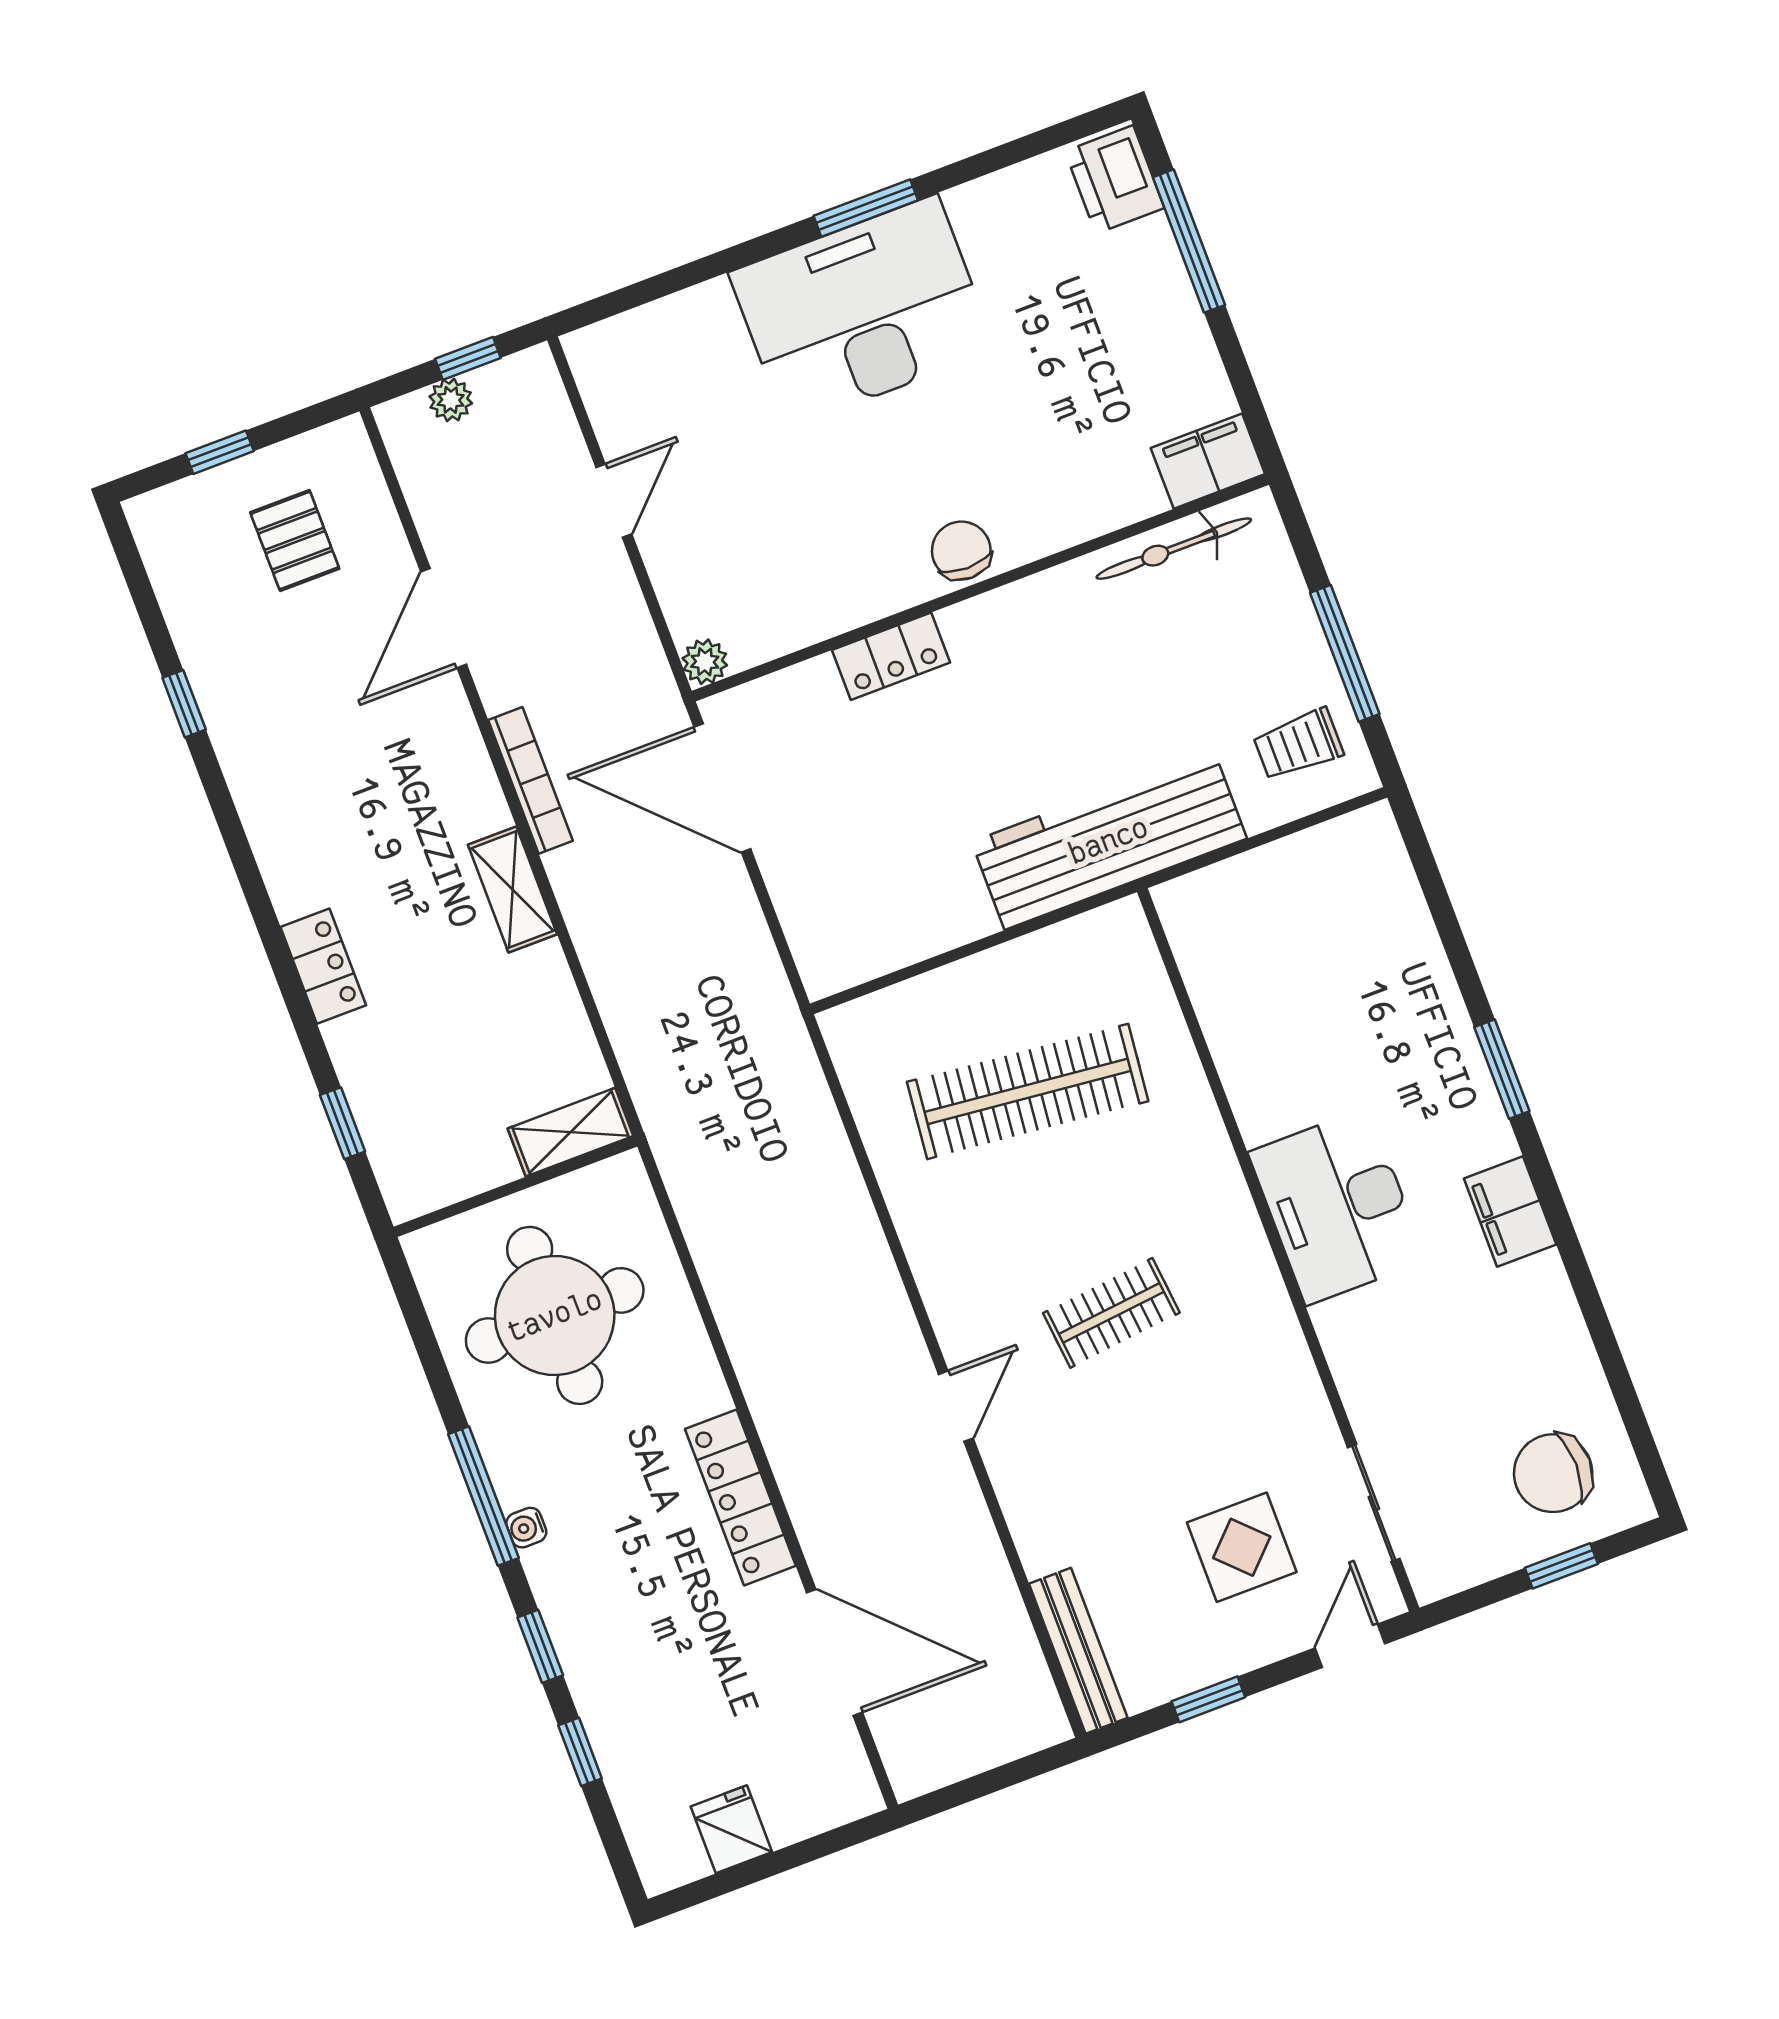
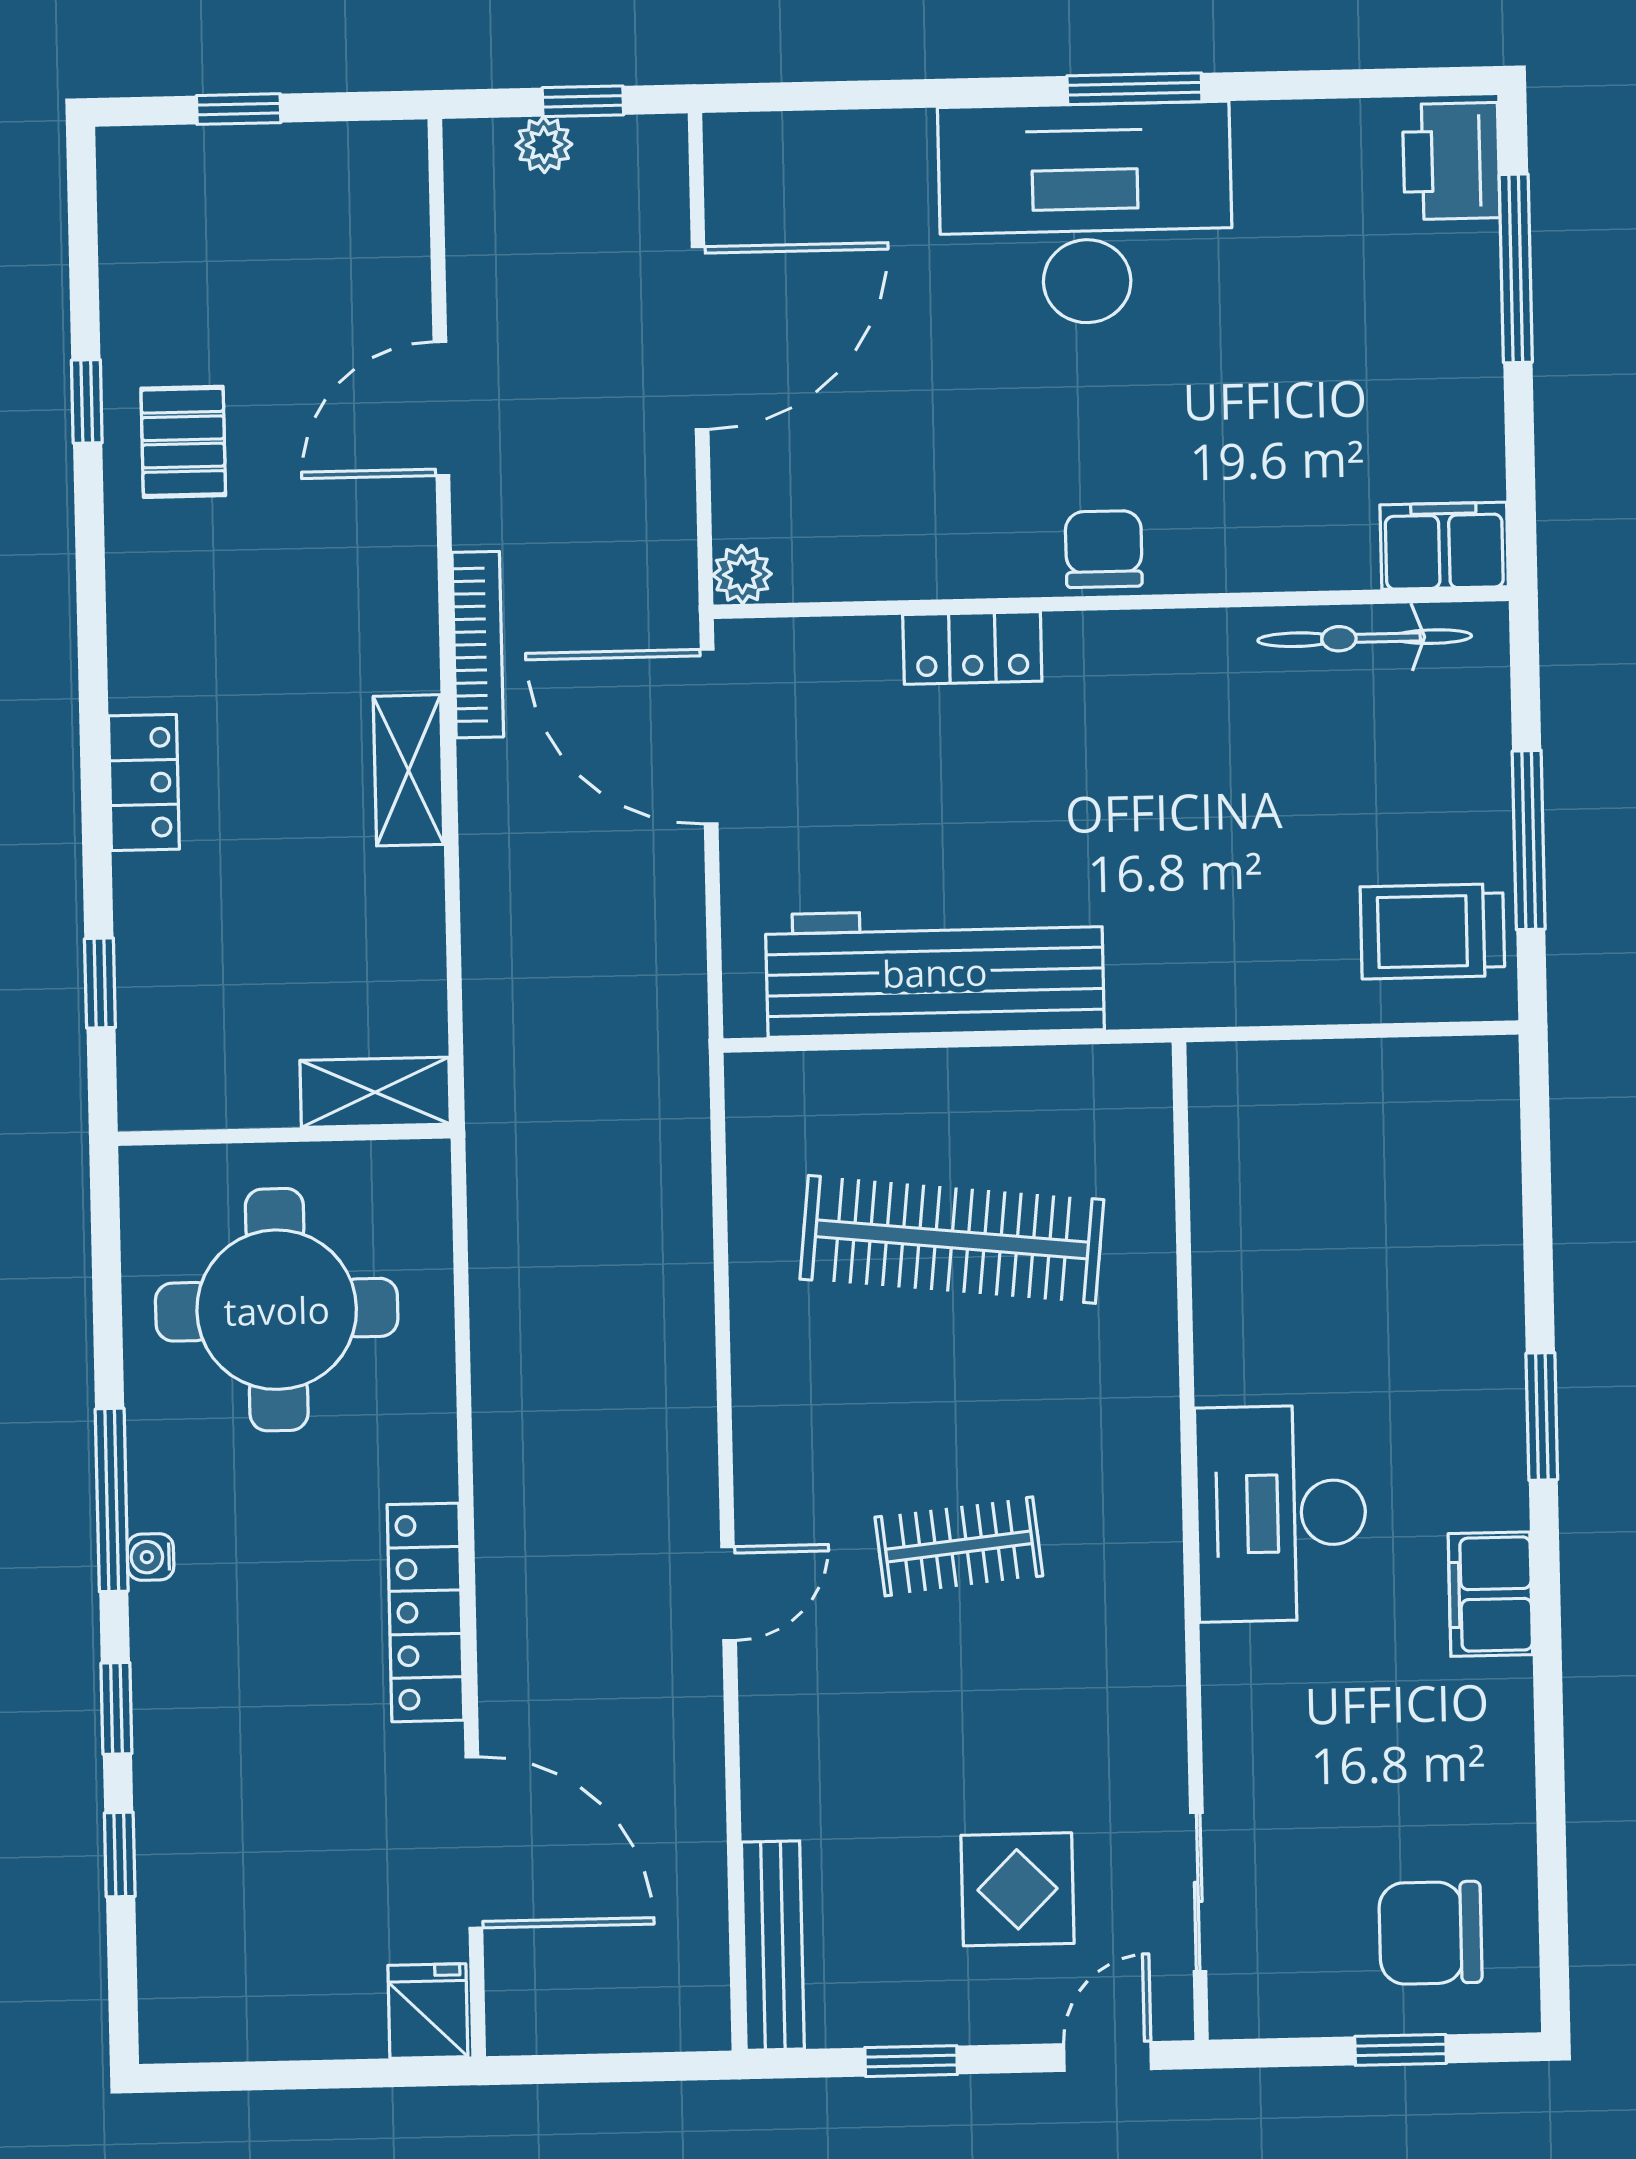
door: (614, 501) -> (700, 338), width x1.87
pallet: (295, 541) -> (183, 442), moved
trolley: (1298, 744) -> (1432, 931), width x1.36, depth x1.39
workbench: (1109, 840) -> (935, 972), moved
fridge: (731, 1829) -> (428, 2011), moved

